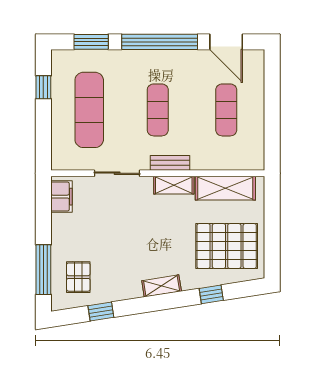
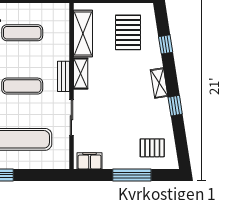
pallet: (227, 246) -> (128, 32), width x0.73, depth x0.71
window: (43, 270) -> (132, 175), moved
window: (101, 312) -> (175, 106), moved

